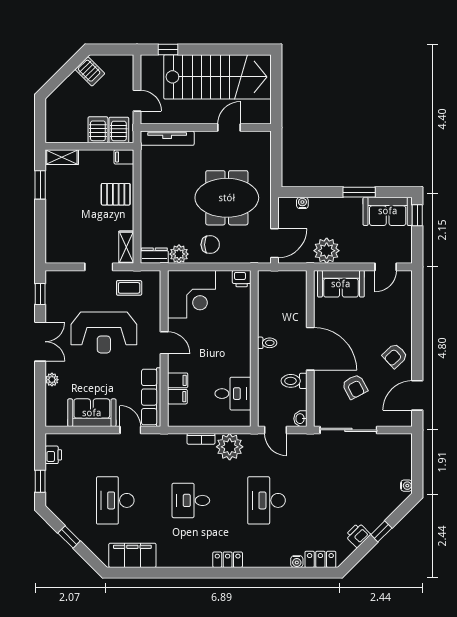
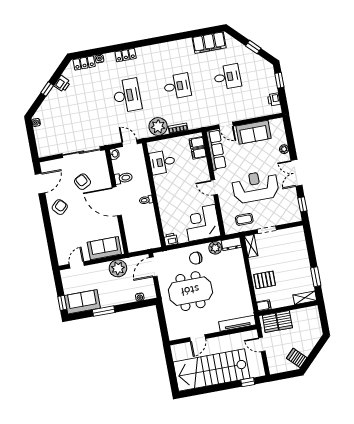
filing cabinet: (178, 380) -> (197, 143), moved
desk: (115, 500) -> (227, 77), width x0.73
locker: (228, 560) -> (126, 55), moved

